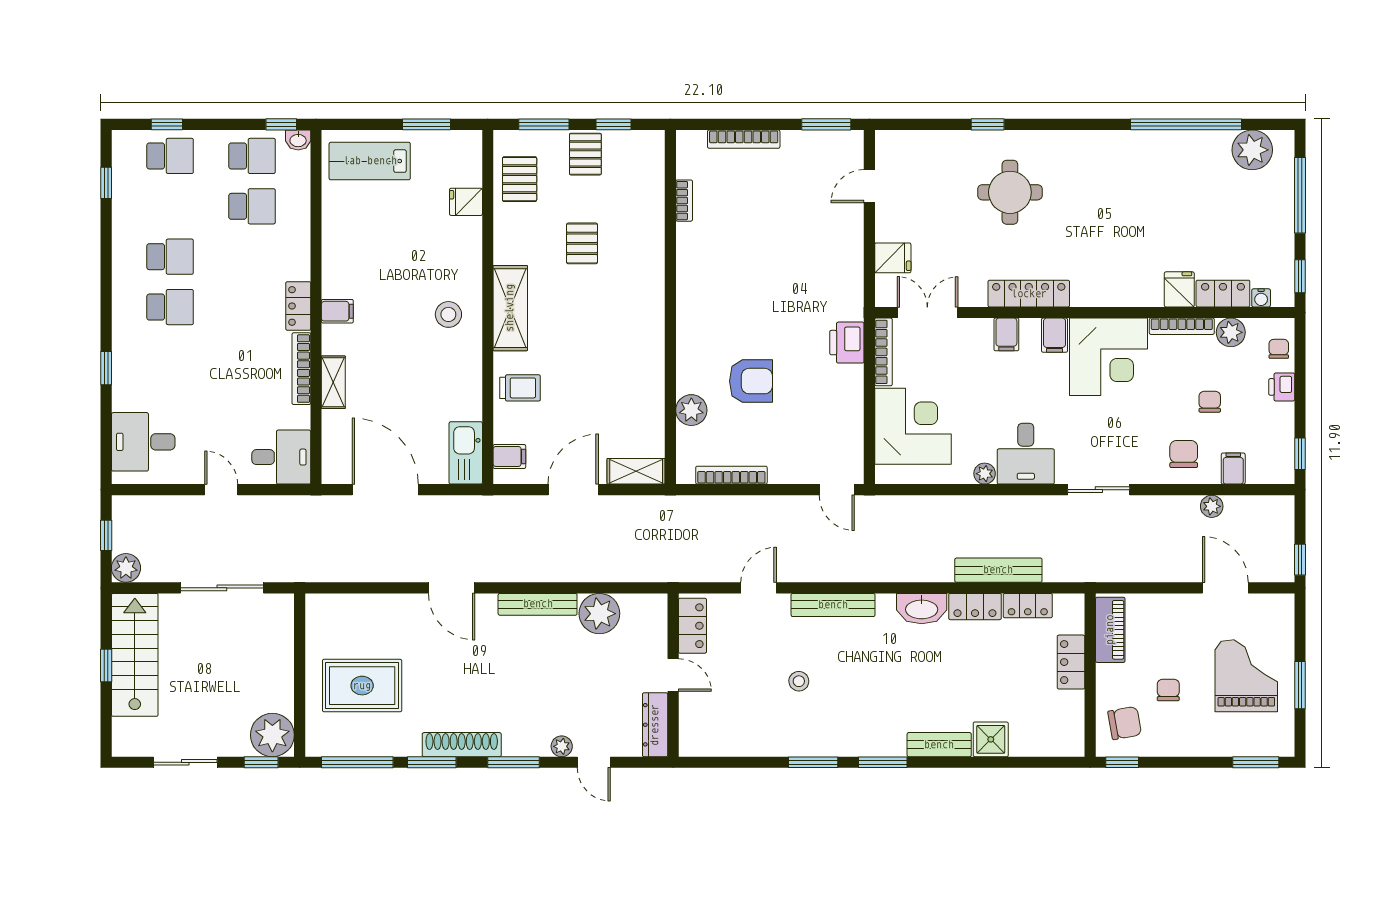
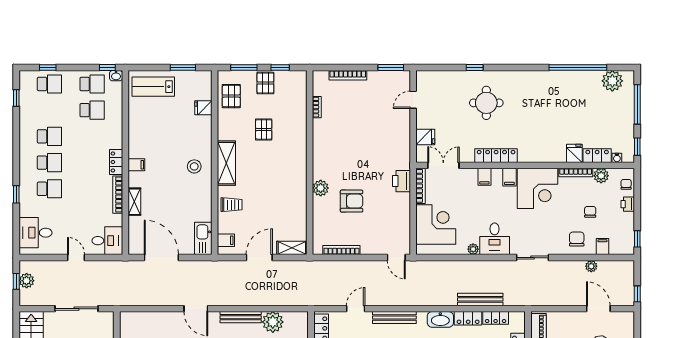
school desk: (170, 357) -> (49, 189), added
plant: (691, 410) -> (321, 188), moved
plant: (126, 568) -> (27, 281), moved

